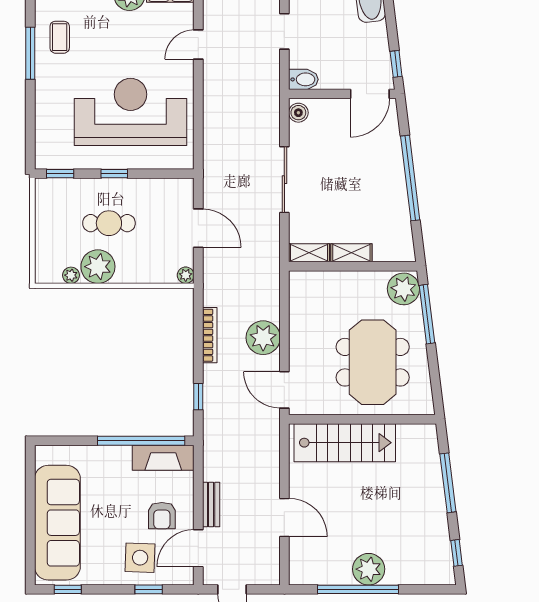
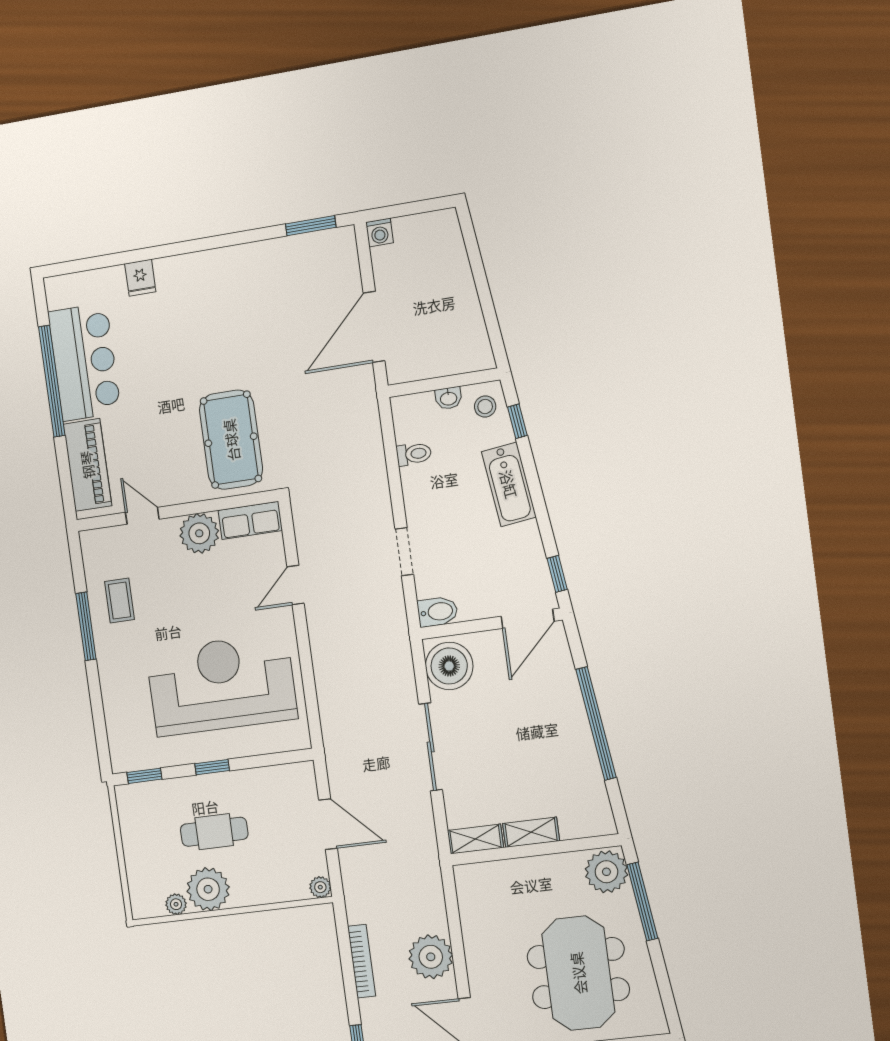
boiler: (298, 113) -> (449, 666), width x1.86, depth x1.86

